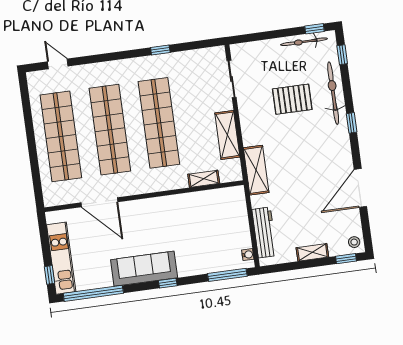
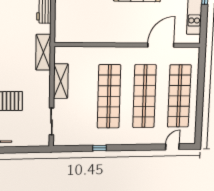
door: (58, 64) -> (172, 147), swing flipped
shelving: (204, 179) -> (83, 51), removed
door: (99, 202) -> (161, 45), hinge flipped

